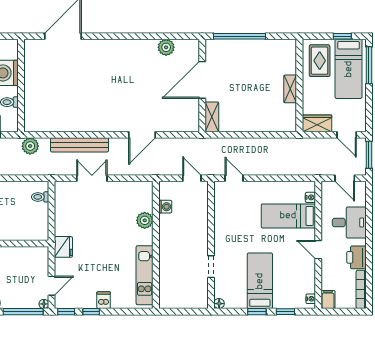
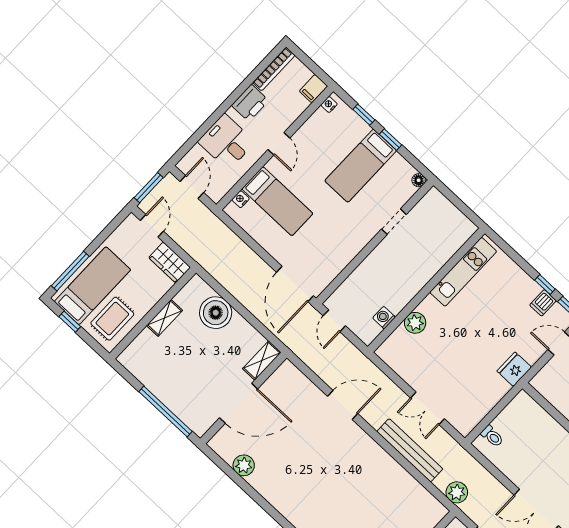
boiler: (264, 119) -> (216, 313), added
door: (234, 178) -> (295, 284), width x1.87
dishwasher: (104, 300) -> (543, 303), moved

